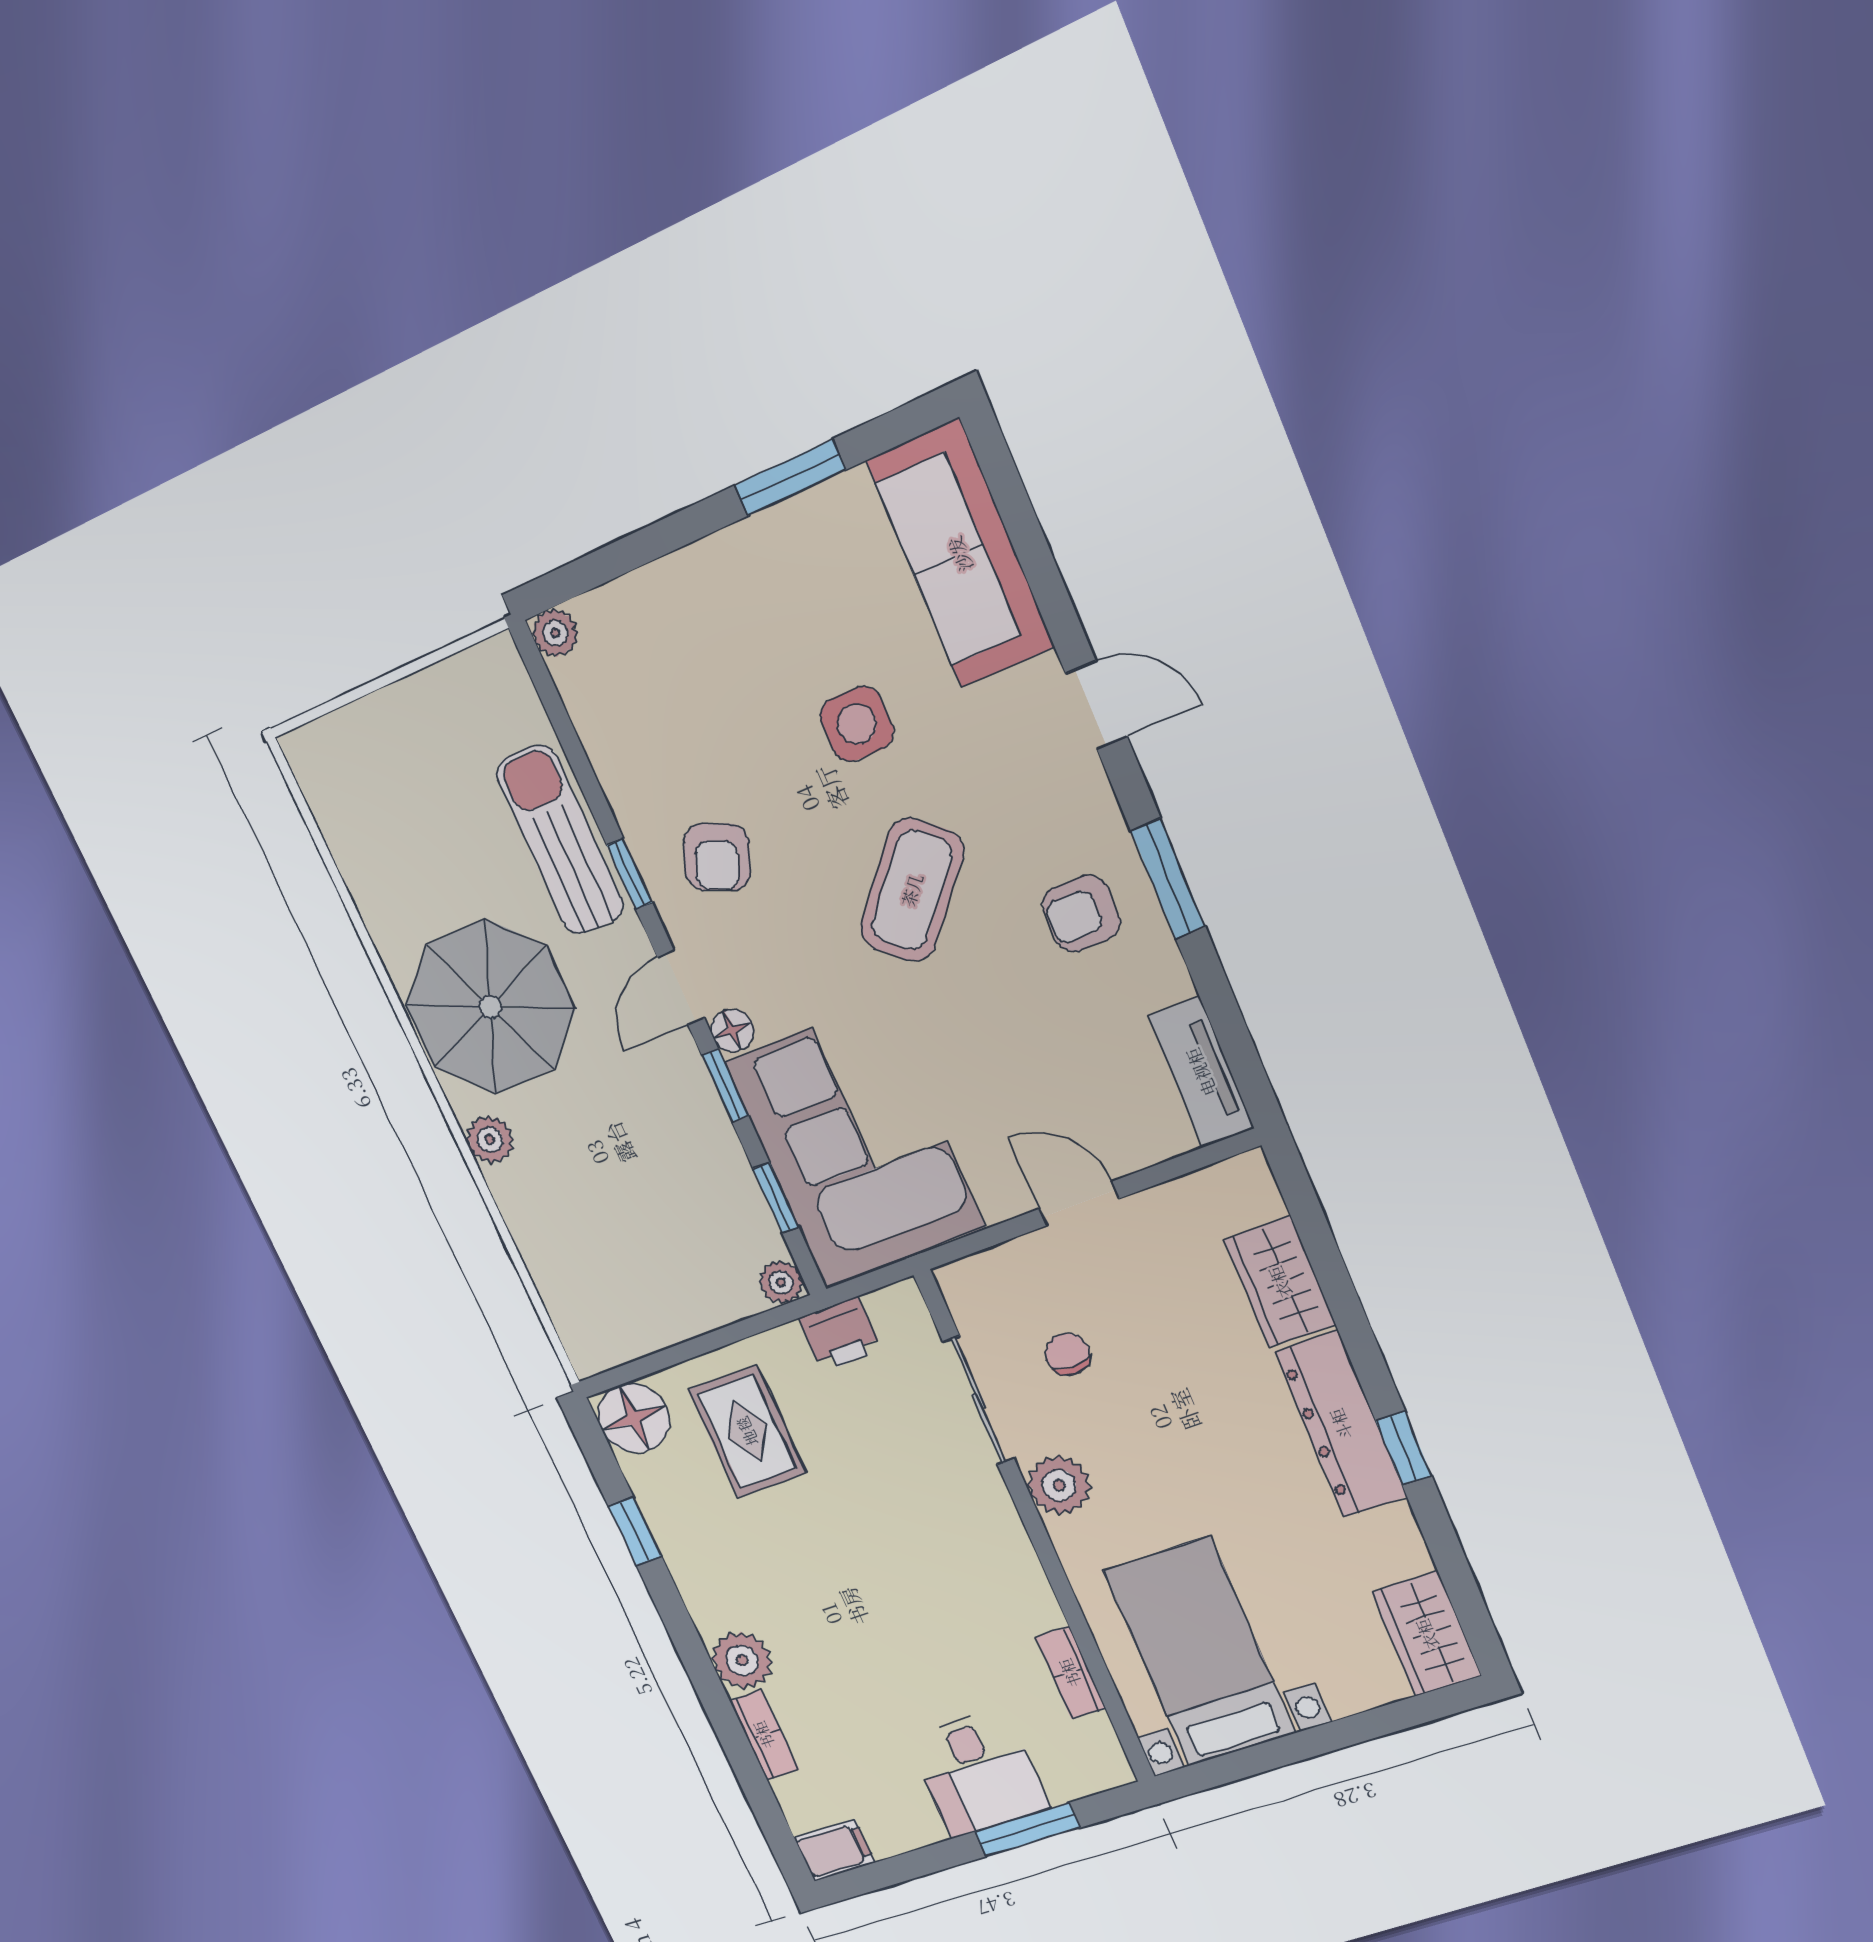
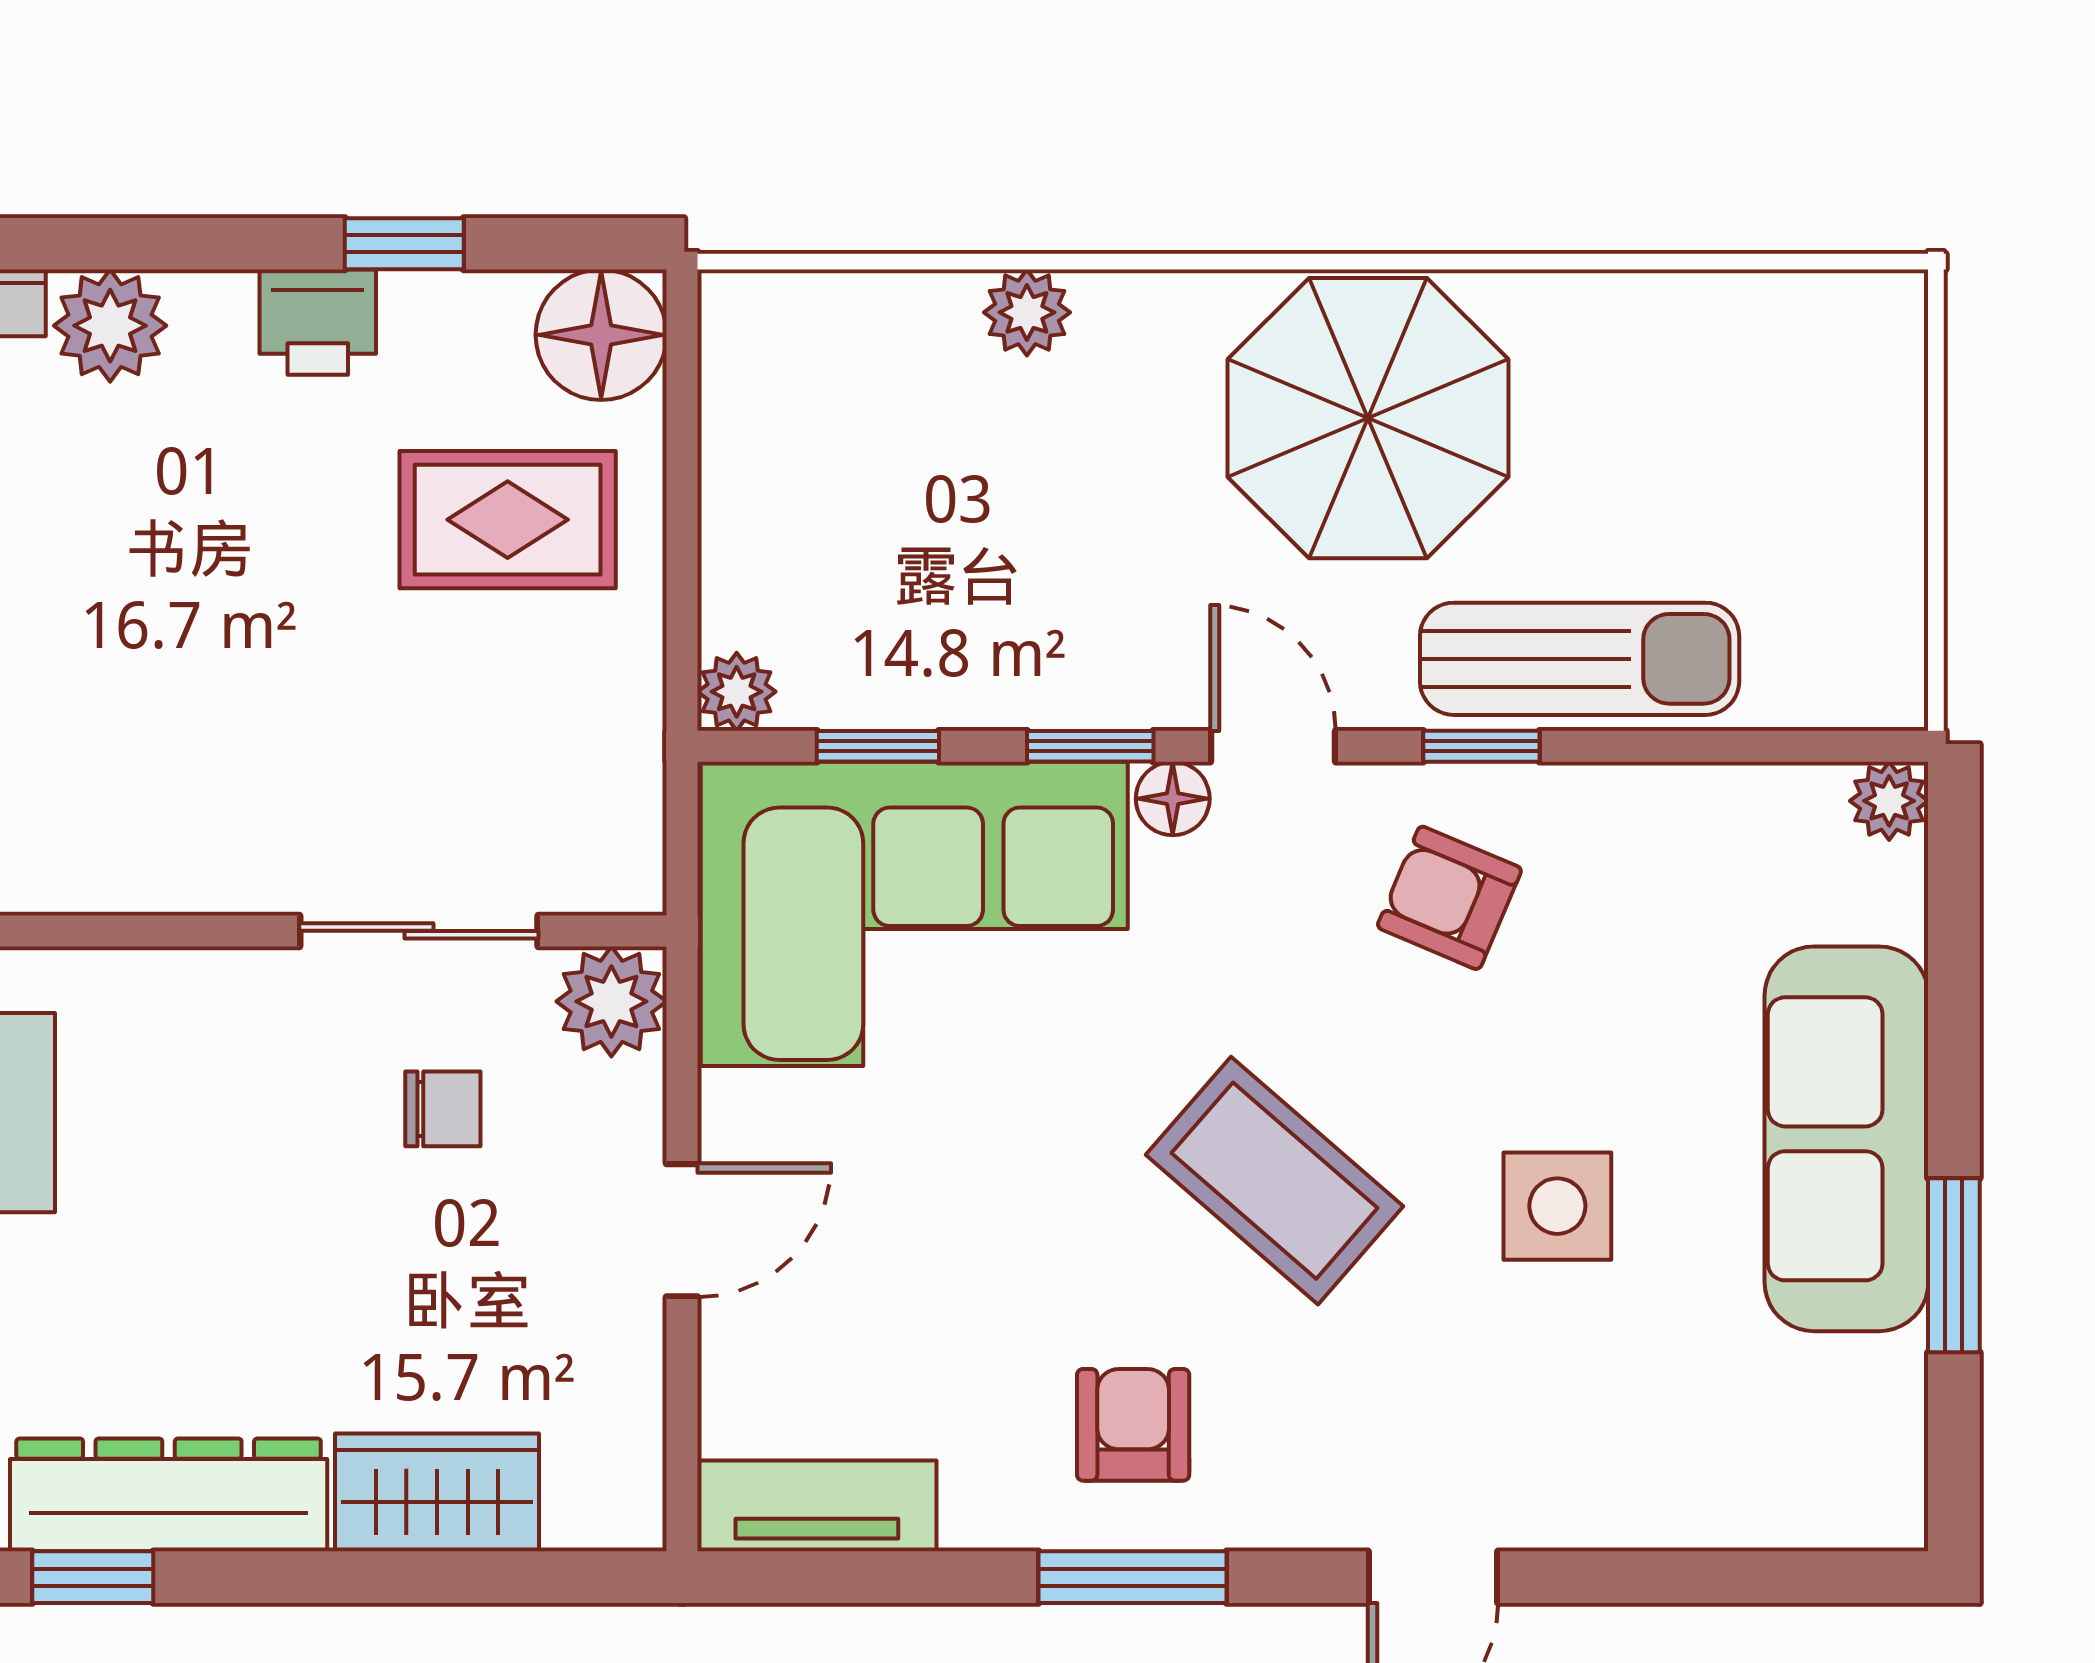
sofa: (960, 554) -> (1846, 1139), moved, turned -90
plant: (490, 1140) -> (1027, 312), moved
printer: (840, 1334) -> (318, 322), moved, turned -90
plant: (1059, 1485) -> (611, 1001), moved

